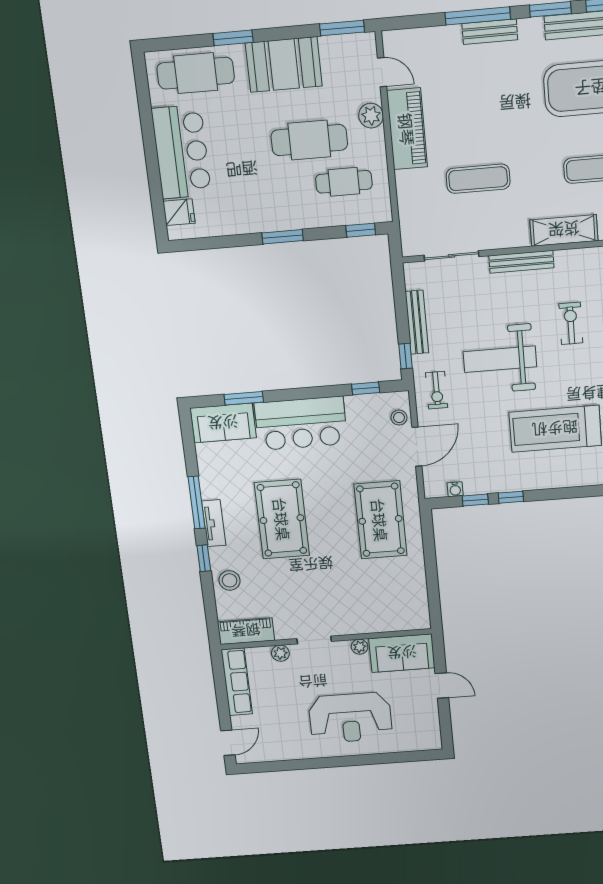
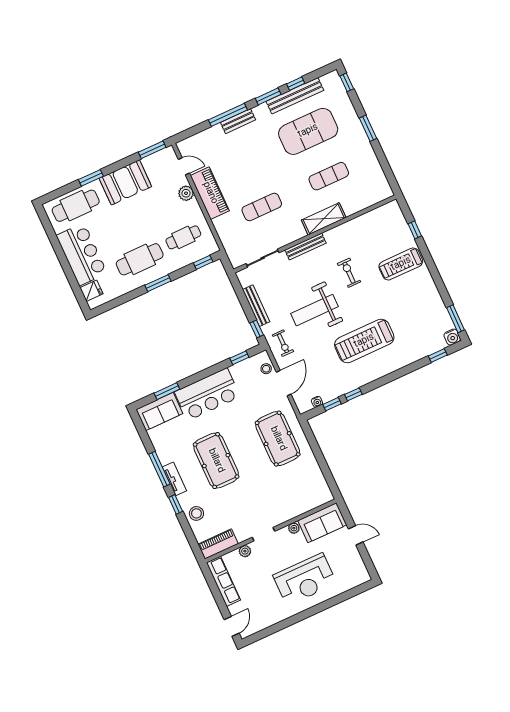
cafe table: (309, 140) -> (140, 259), moved

